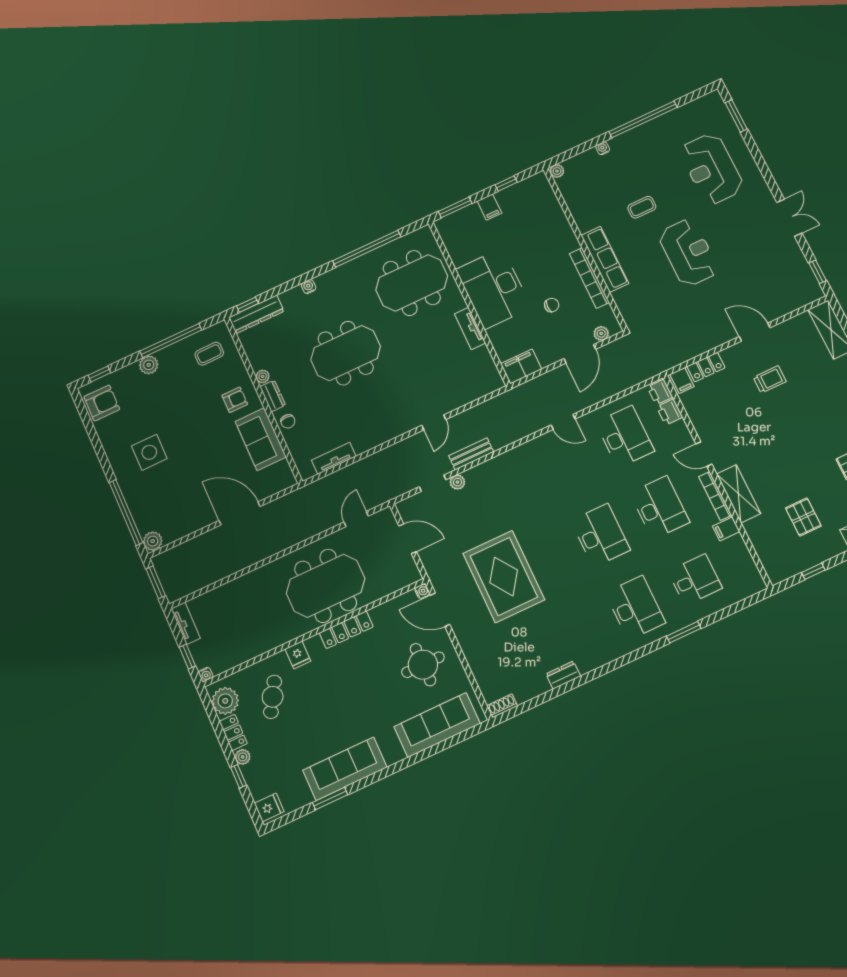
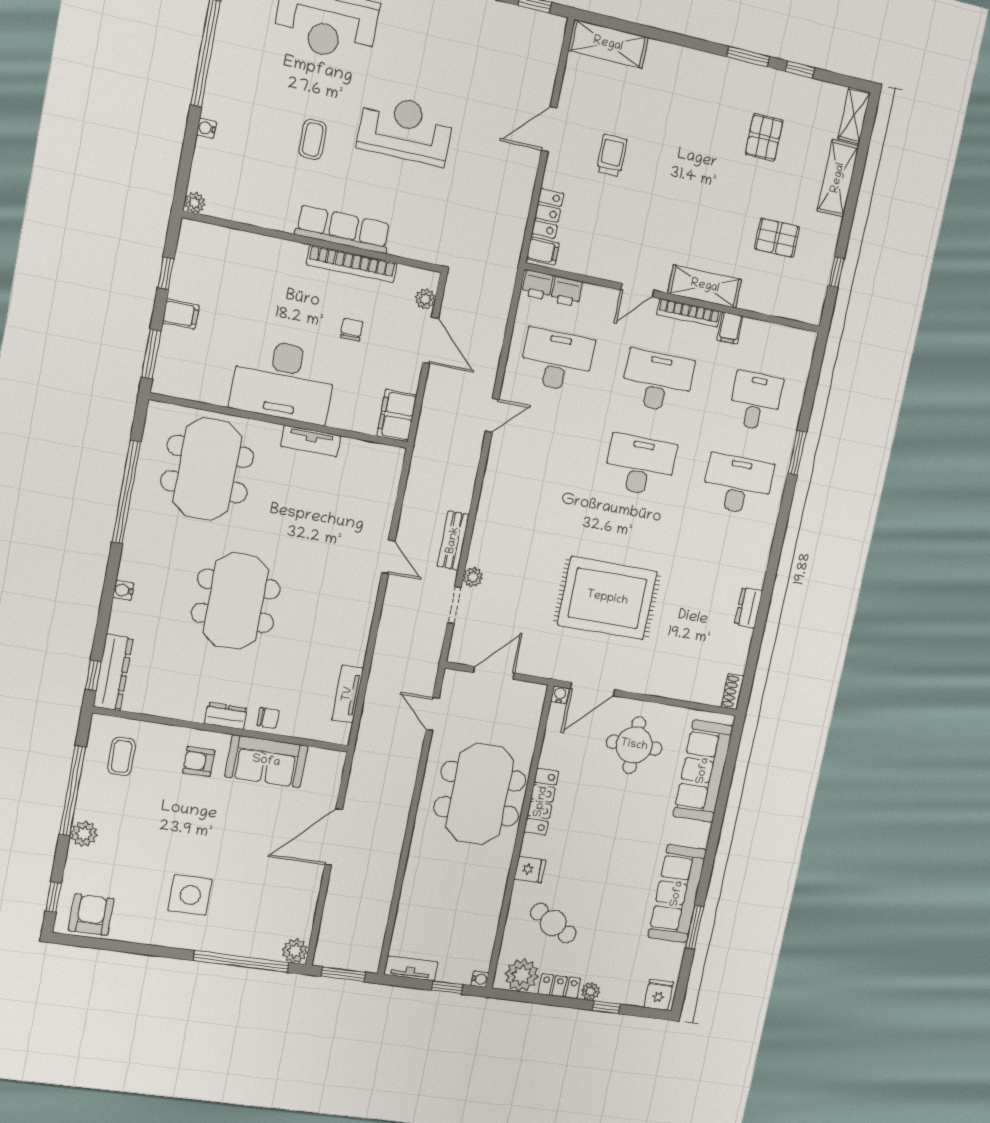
plant: (263, 376) -> (194, 713), removed
armchair: (235, 400) -> (199, 761), turned -90

